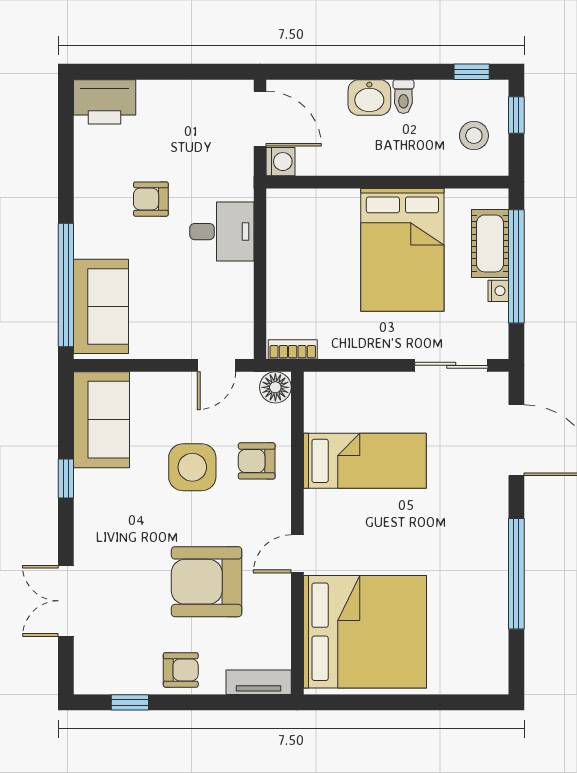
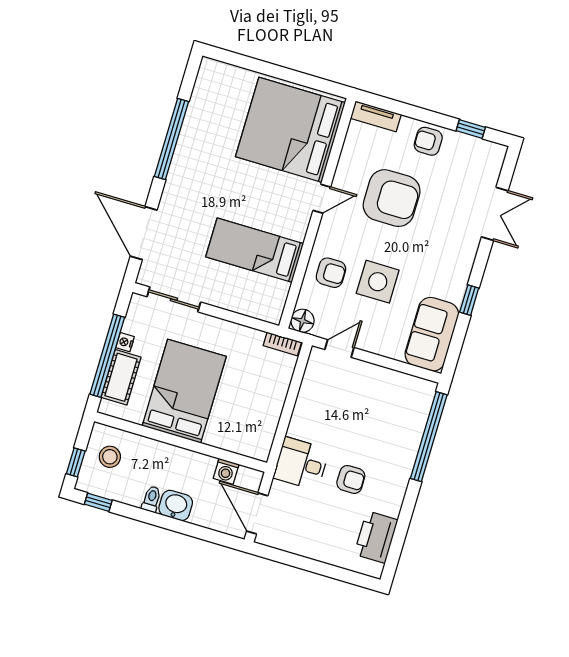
printer: (105, 102) -> (376, 537), moved, turned -90
washing machine: (281, 162) -> (226, 471), moved, turned -90
desk: (222, 232) -> (301, 464), moved
sofa: (101, 306) -> (409, 414), removed

